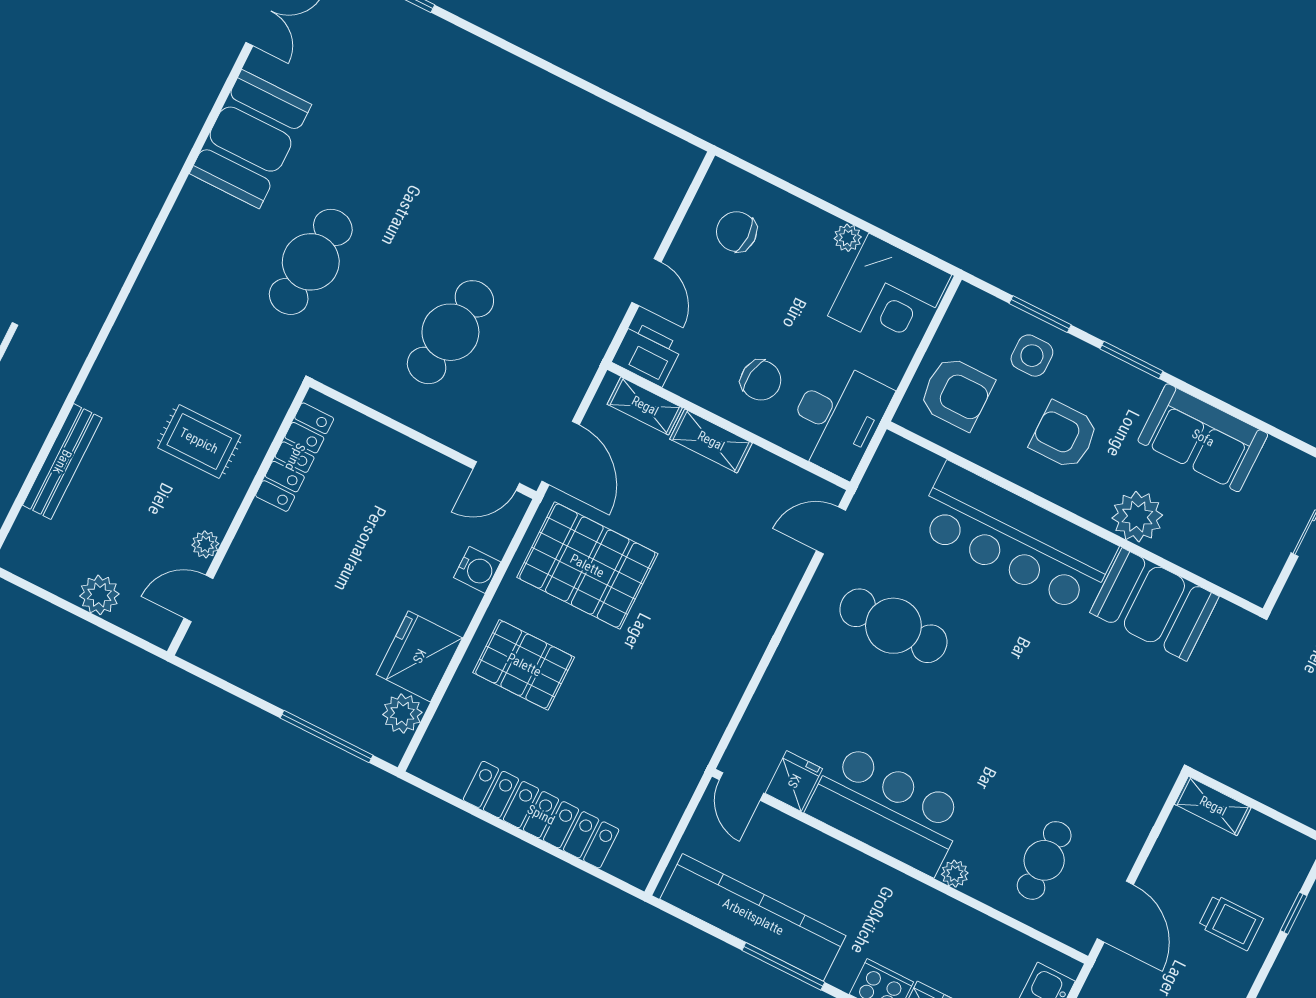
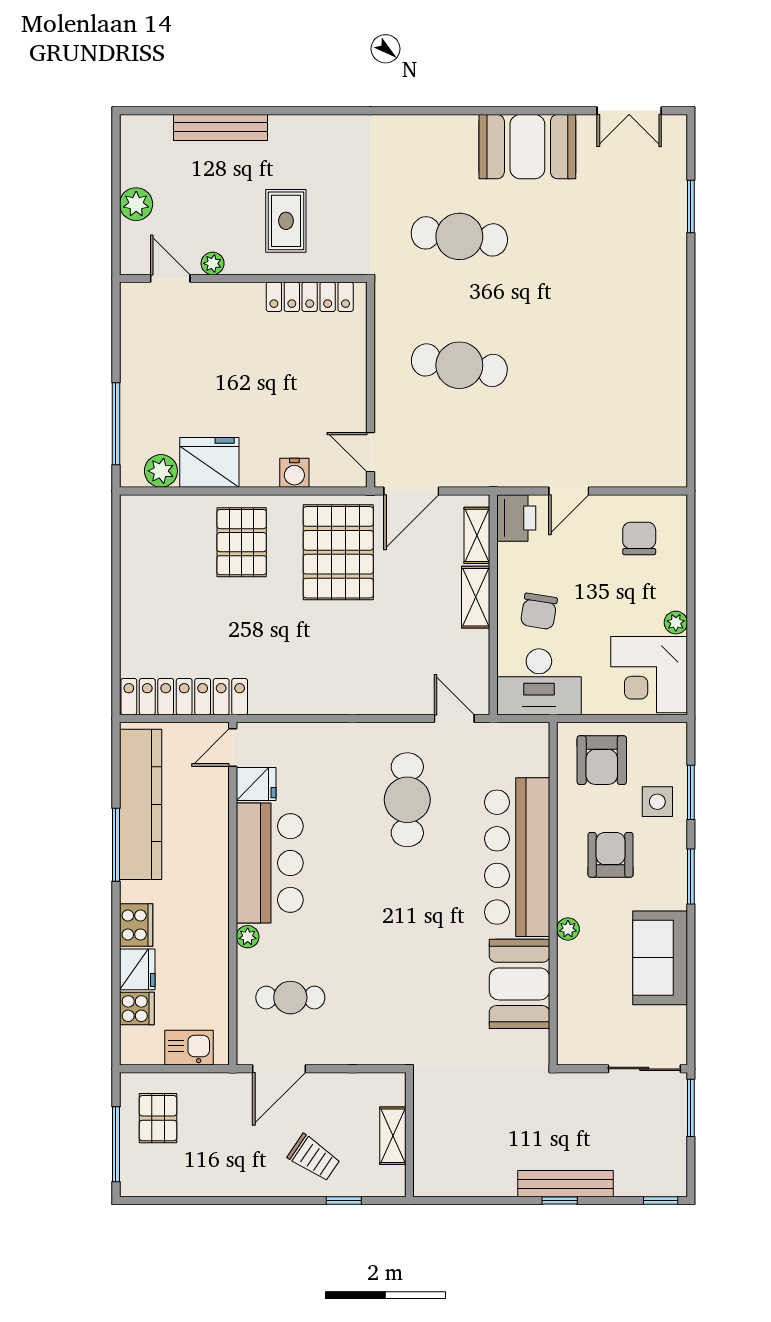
plant: (1137, 517) -> (568, 929), width x0.53, depth x0.53
shelving: (1213, 806) -> (393, 1136), moved
locker: (541, 815) -> (184, 697), moved, turned -90
trolley: (1231, 922) -> (314, 1158), turned -56

